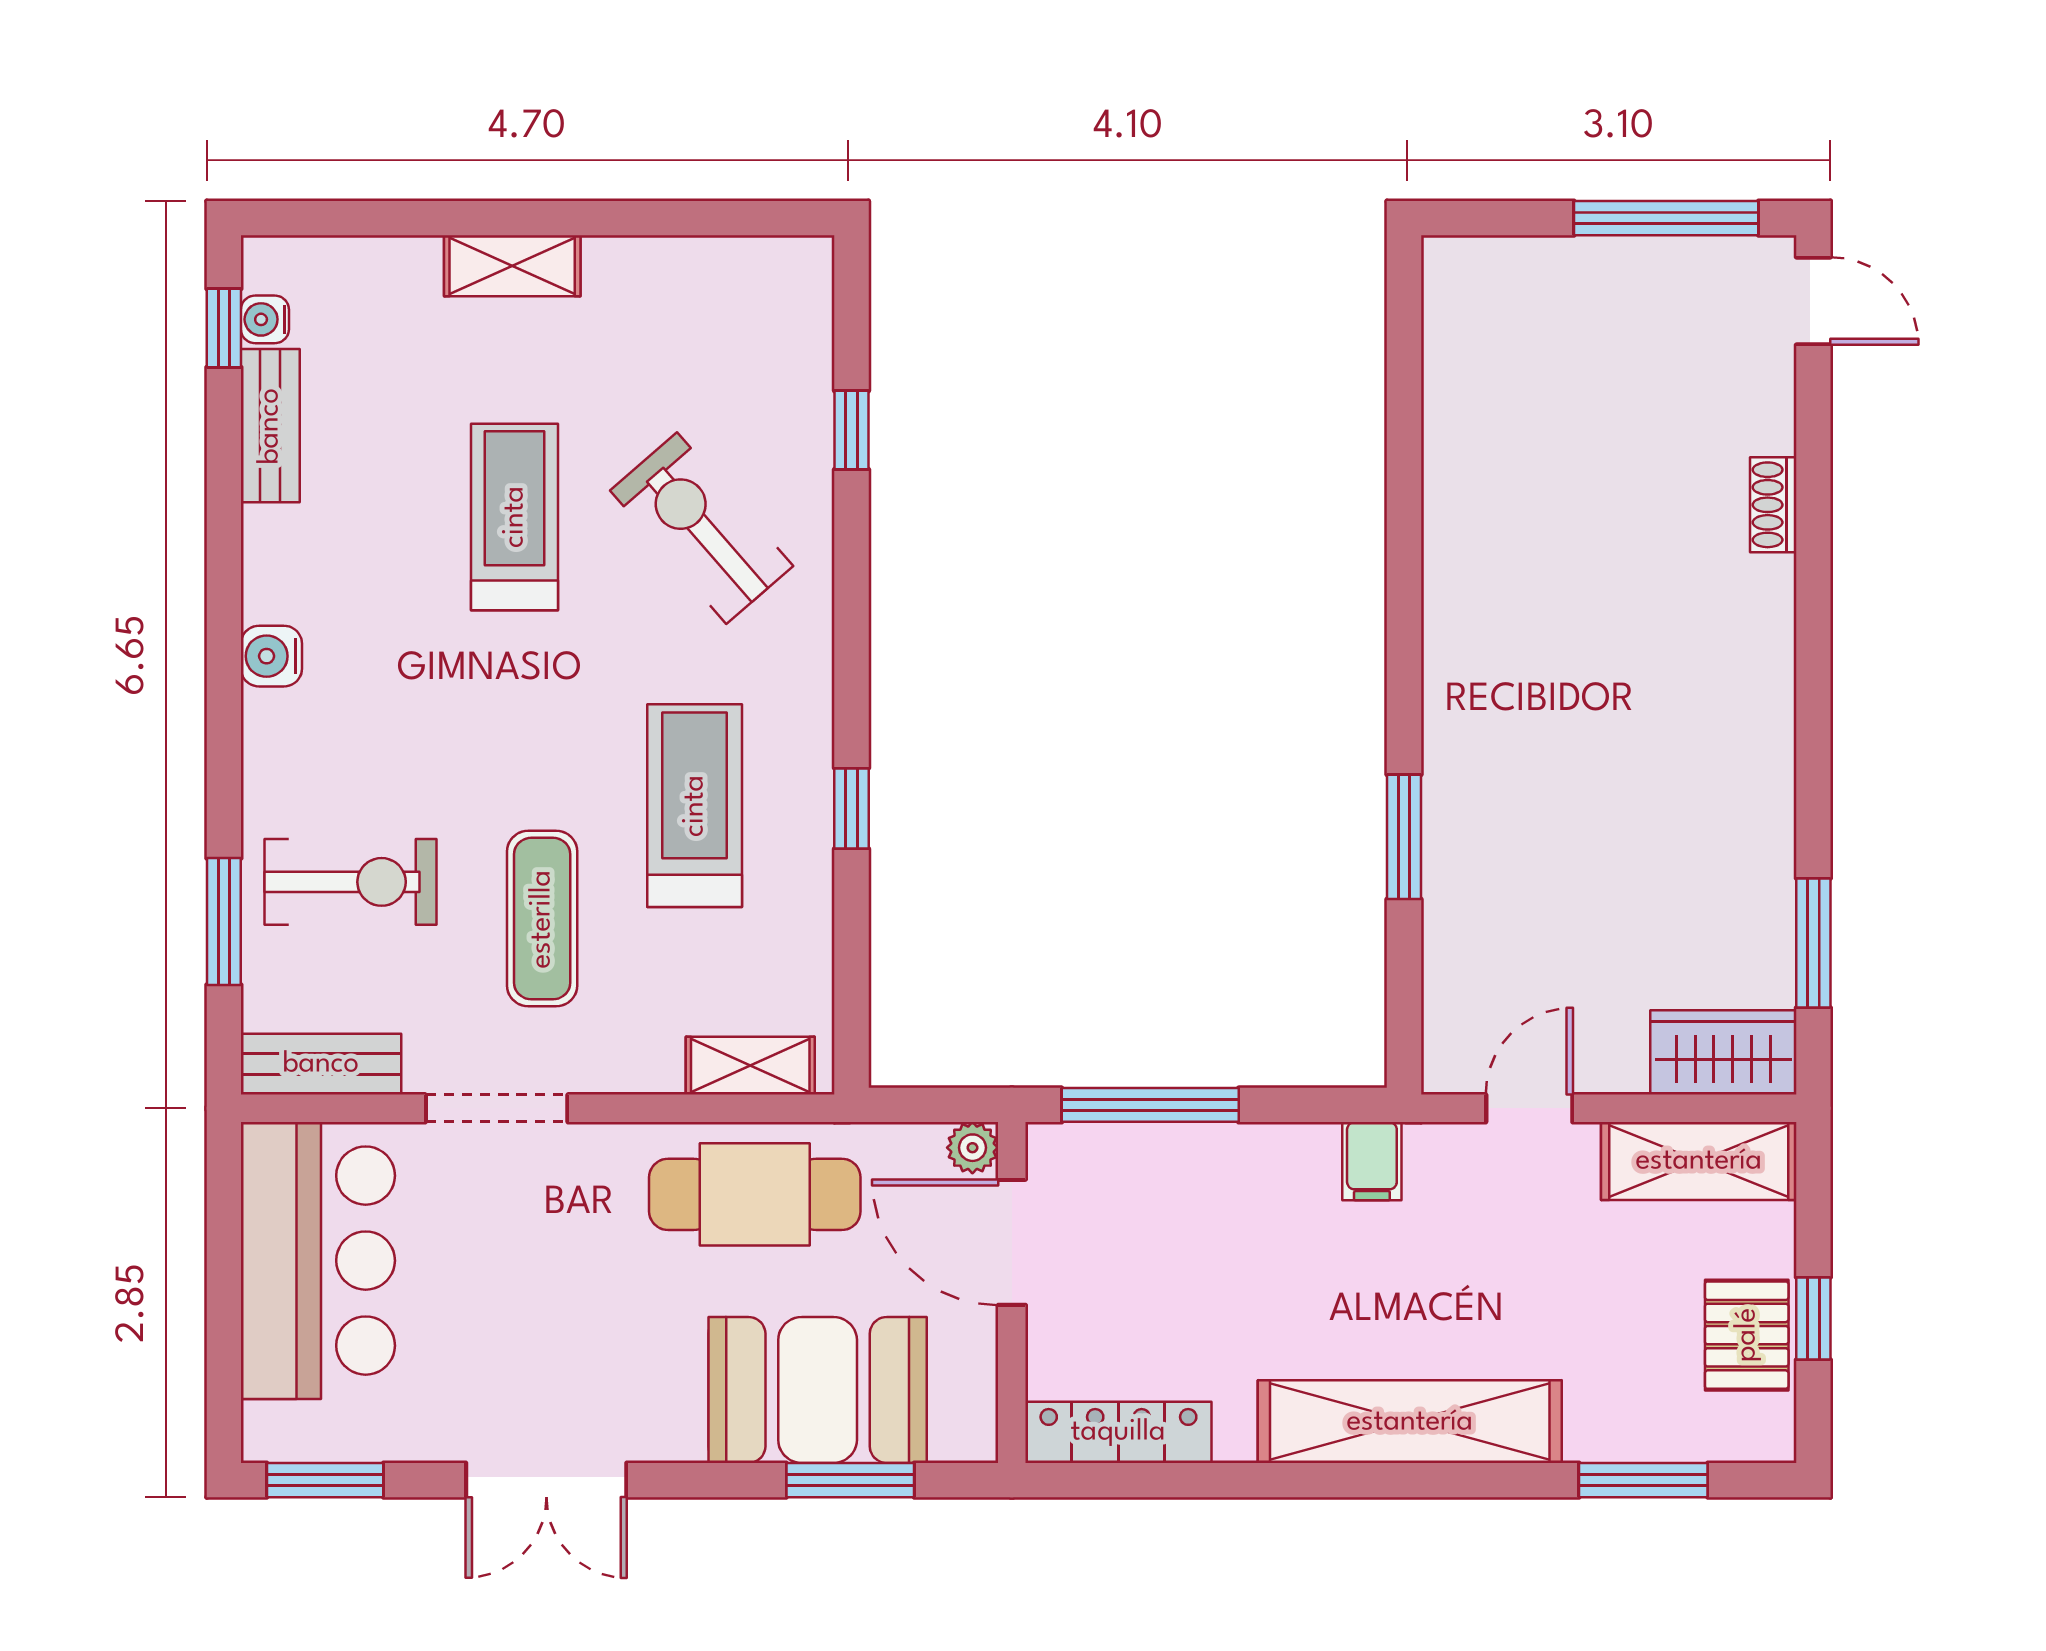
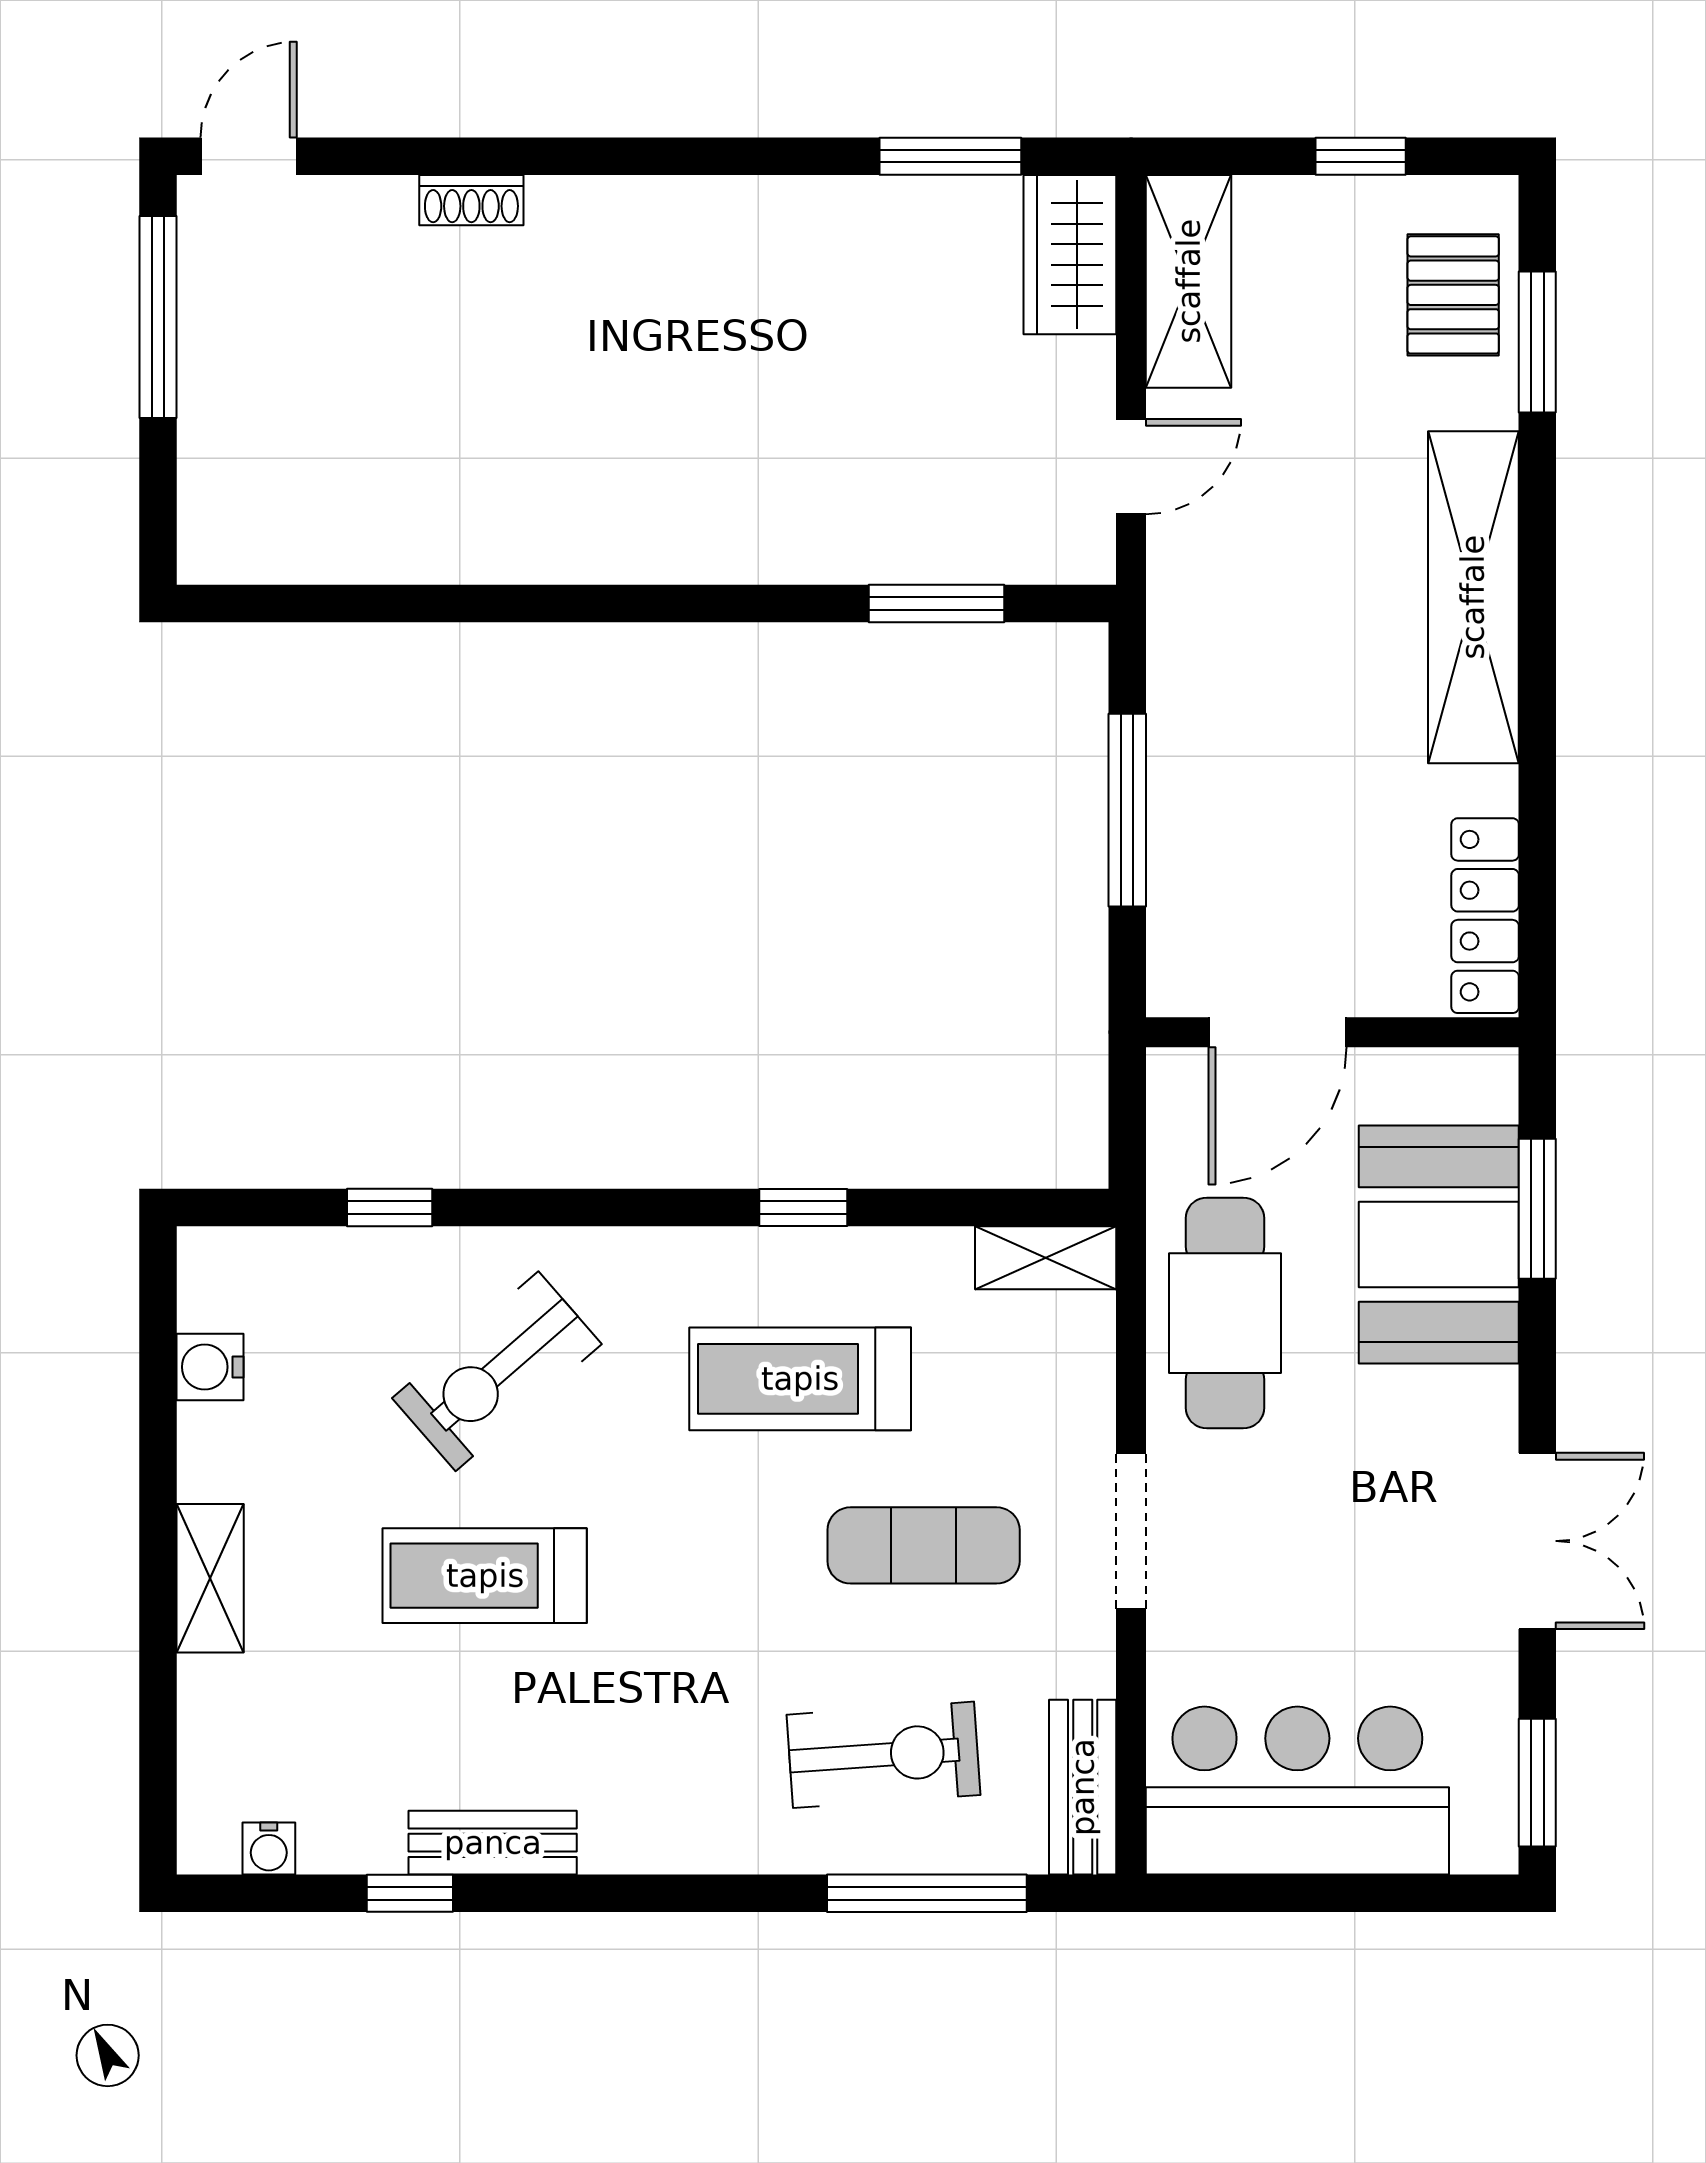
window: (224, 328) -> (410, 1893), moved
bench: (270, 426) -> (493, 1843), moved
water cooler: (271, 656) -> (210, 1367), moved, turned 90
window: (1404, 837) -> (936, 603), moved
exercise bike: (351, 882) -> (884, 1755), turned 86
window: (224, 922) -> (927, 1893), width x1.44
shelving: (750, 1066) -> (1046, 1258), moved, turned 90
window: (1150, 1105) -> (1127, 810), moved
doorway: (497, 1108) -> (1131, 1531), moved
door: (1529, 1108) -> (1131, 467), swing flipped
plant: (972, 1148) -> (1174, 1075), removed
filing cabinet: (1372, 1161) -> (1189, 639), removed
pallet: (1747, 1335) -> (1453, 295), moved, turned 90

